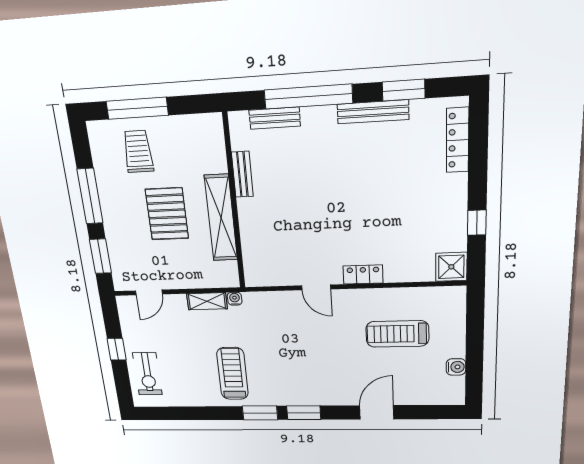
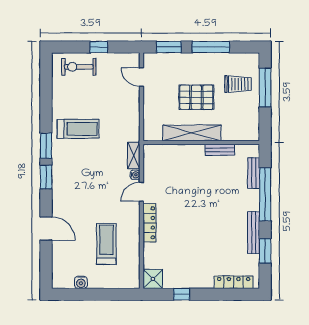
locker: (363, 274) -> (150, 223), width x1.53
water cooler: (235, 299) -> (135, 175), moved
shelving: (207, 301) -> (134, 155), moved

